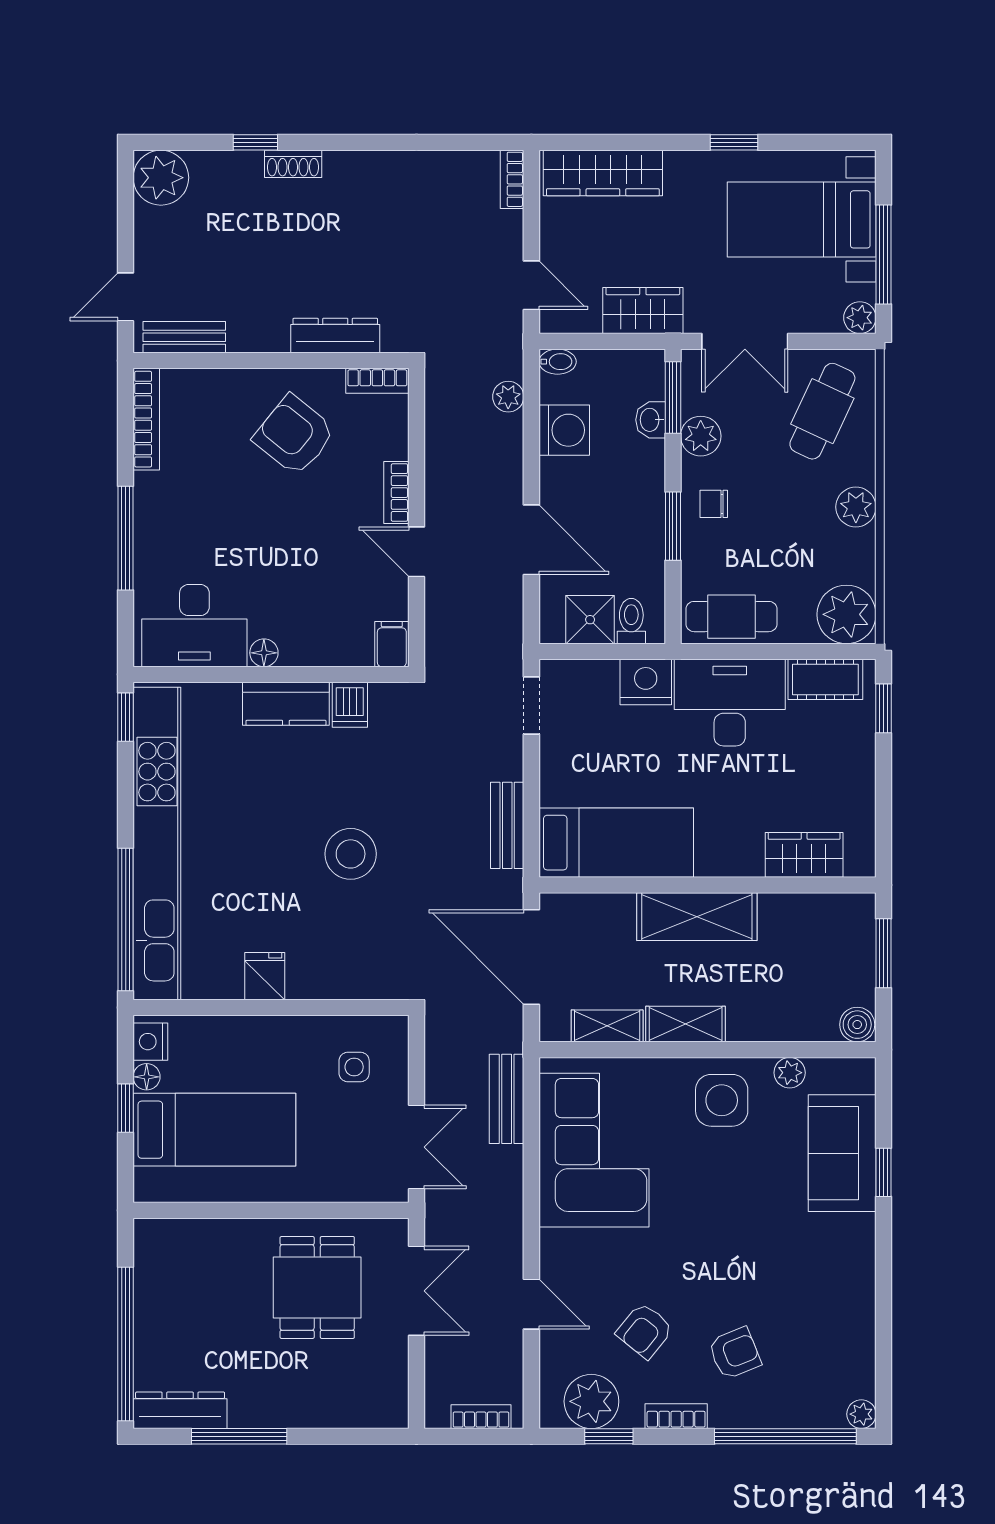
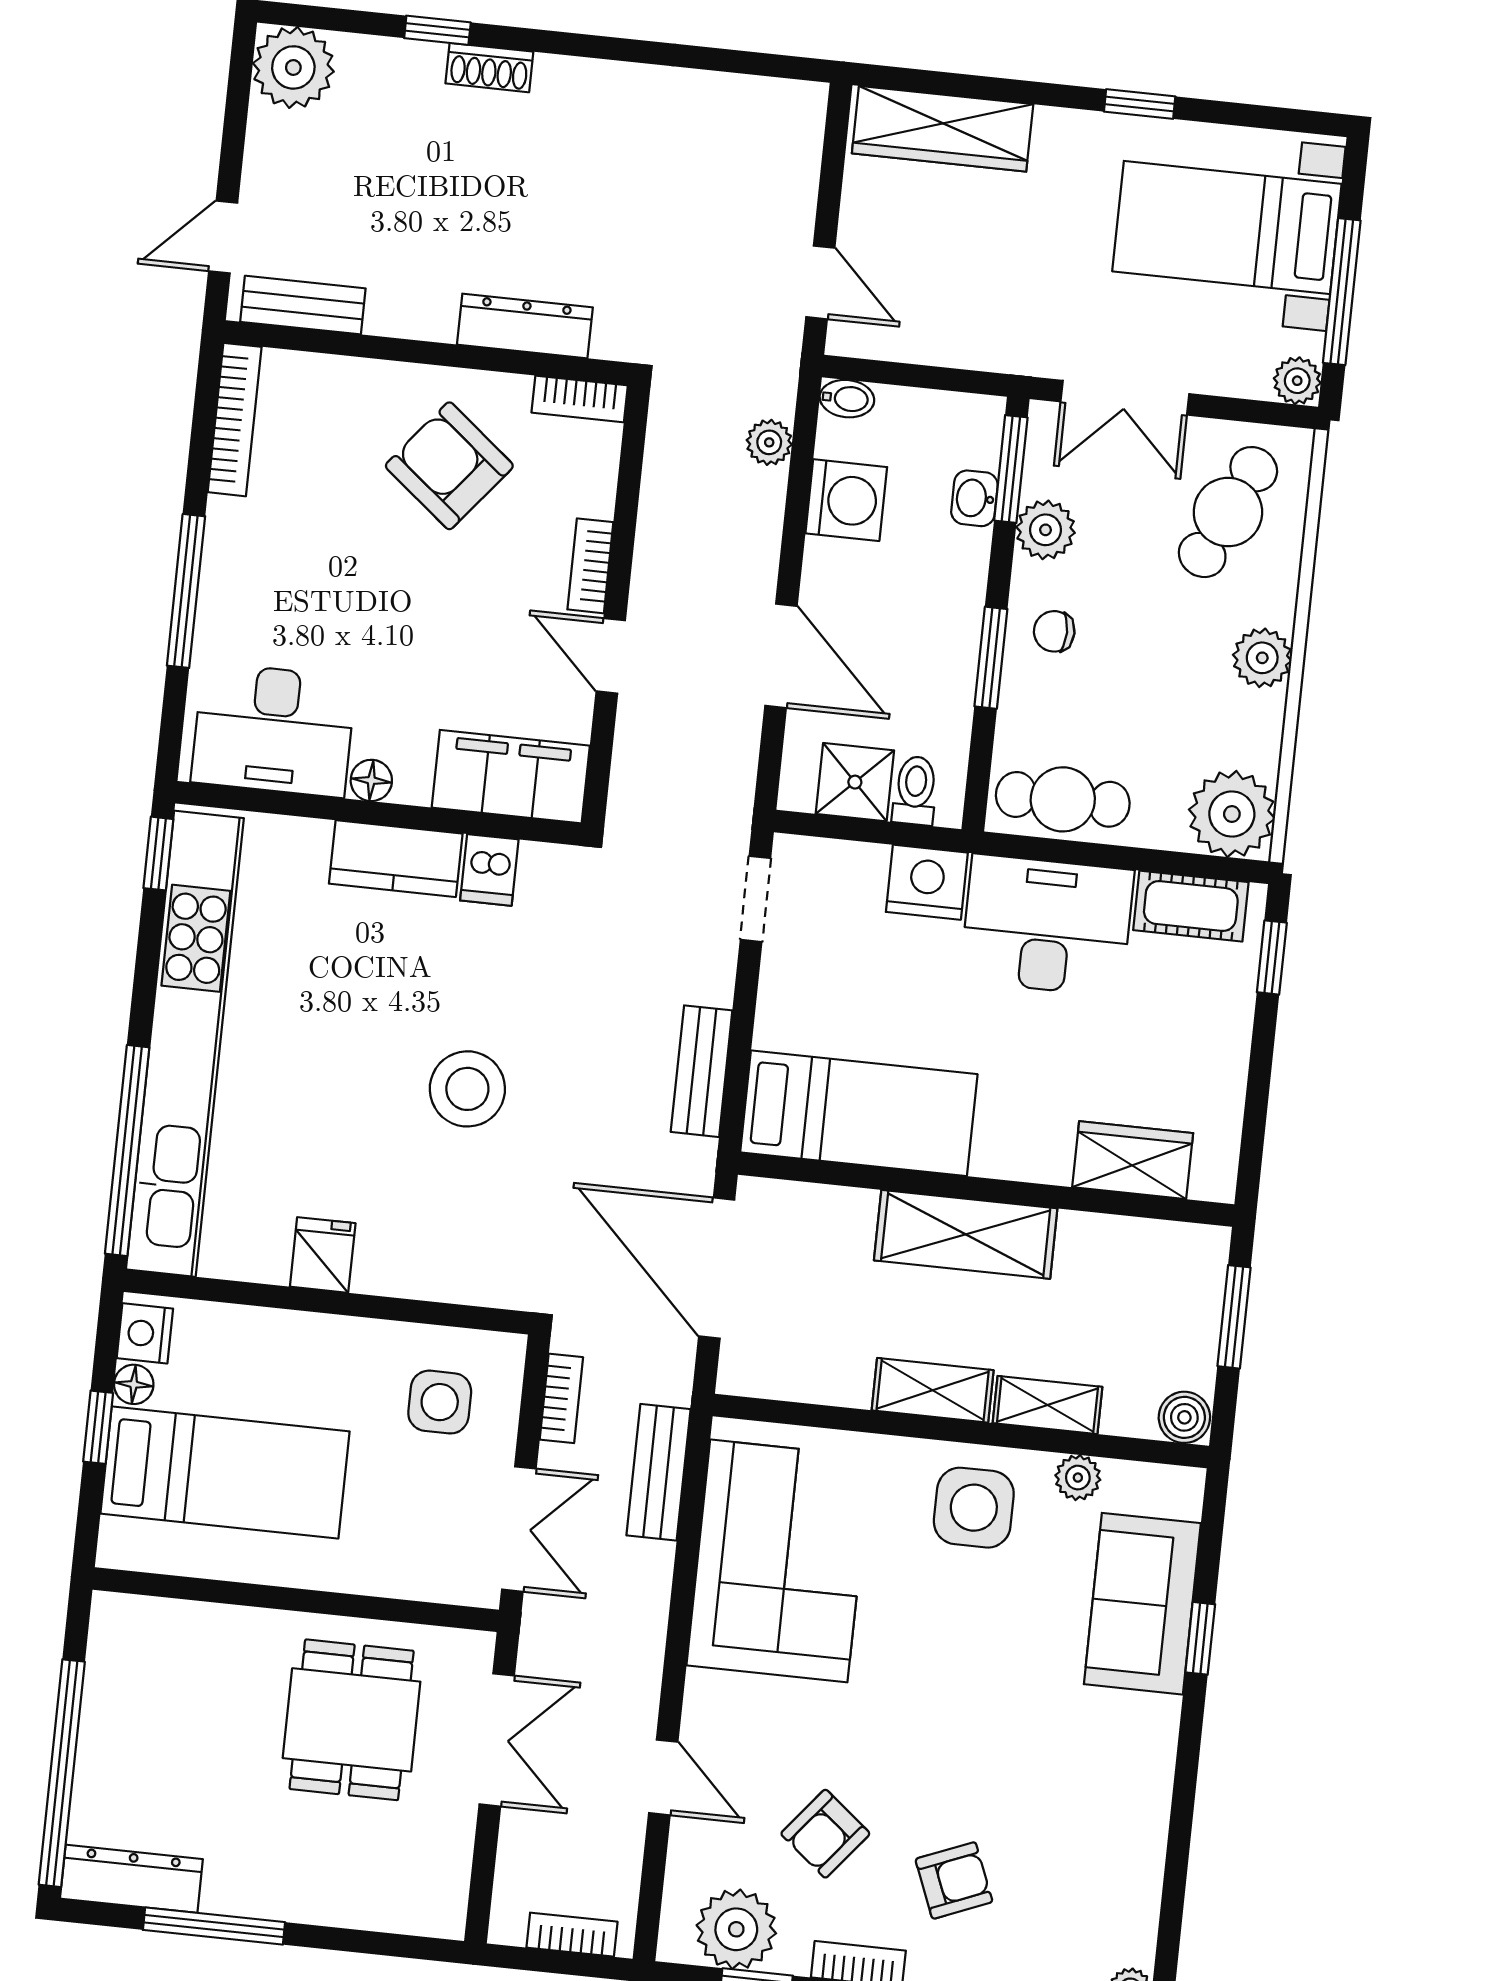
bookcase: (512, 179) -> (561, 1398), moved, turned 180
wardrobe: (643, 311) -> (980, 337), removed
filing cabinet: (392, 644) -> (511, 777), width x3.00, depth x1.17
shelving: (607, 1026) -> (1047, 1405), moved
side table: (354, 1067) -> (440, 1402), width x1.37, depth x1.37

